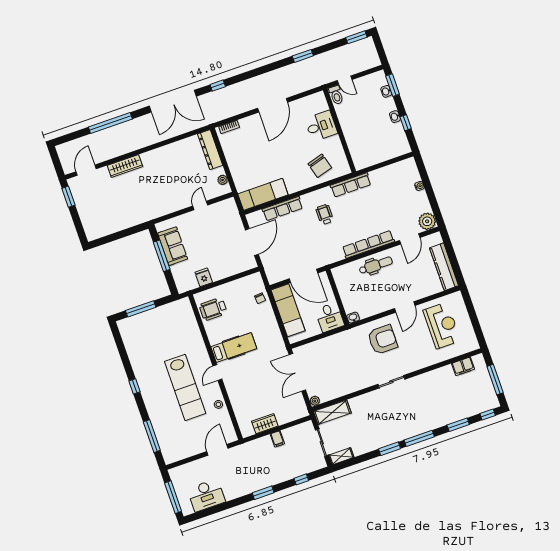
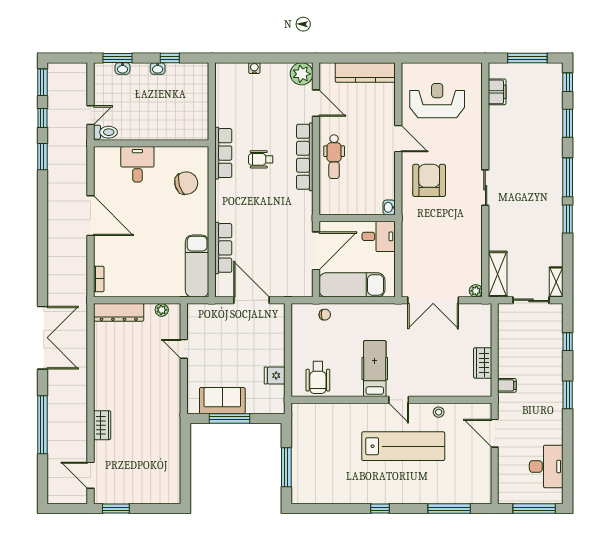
window: (218, 86) -> (42, 118), moved
wardrobe: (125, 166) -> (102, 425), width x0.67
wheelchair: (325, 214) -> (261, 159), moved
dental chair: (376, 265) -> (334, 157), turned 180
filing cabinet: (277, 439) -> (507, 385), moved

